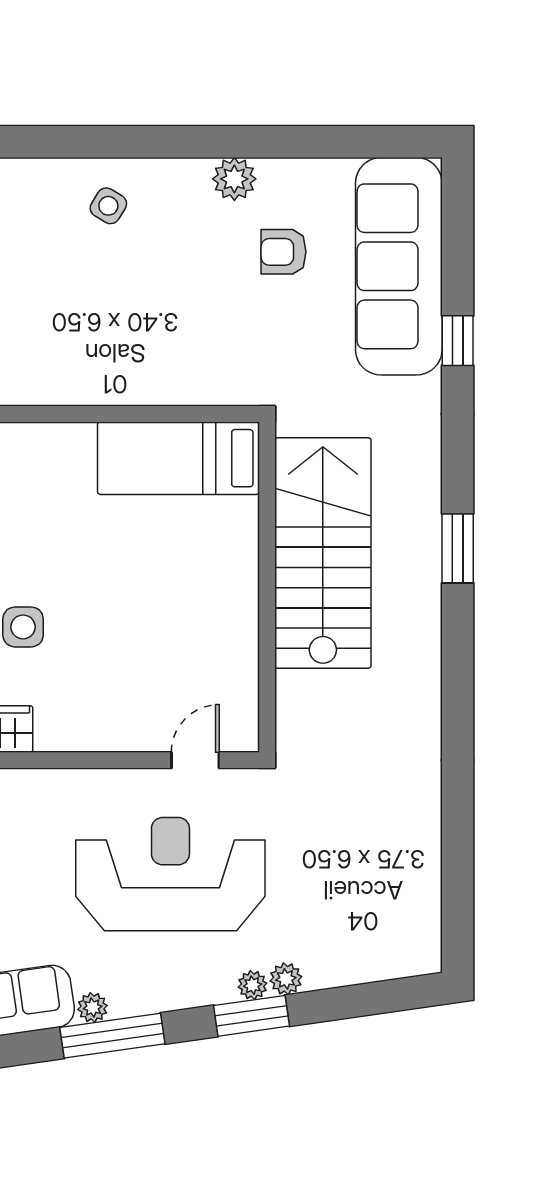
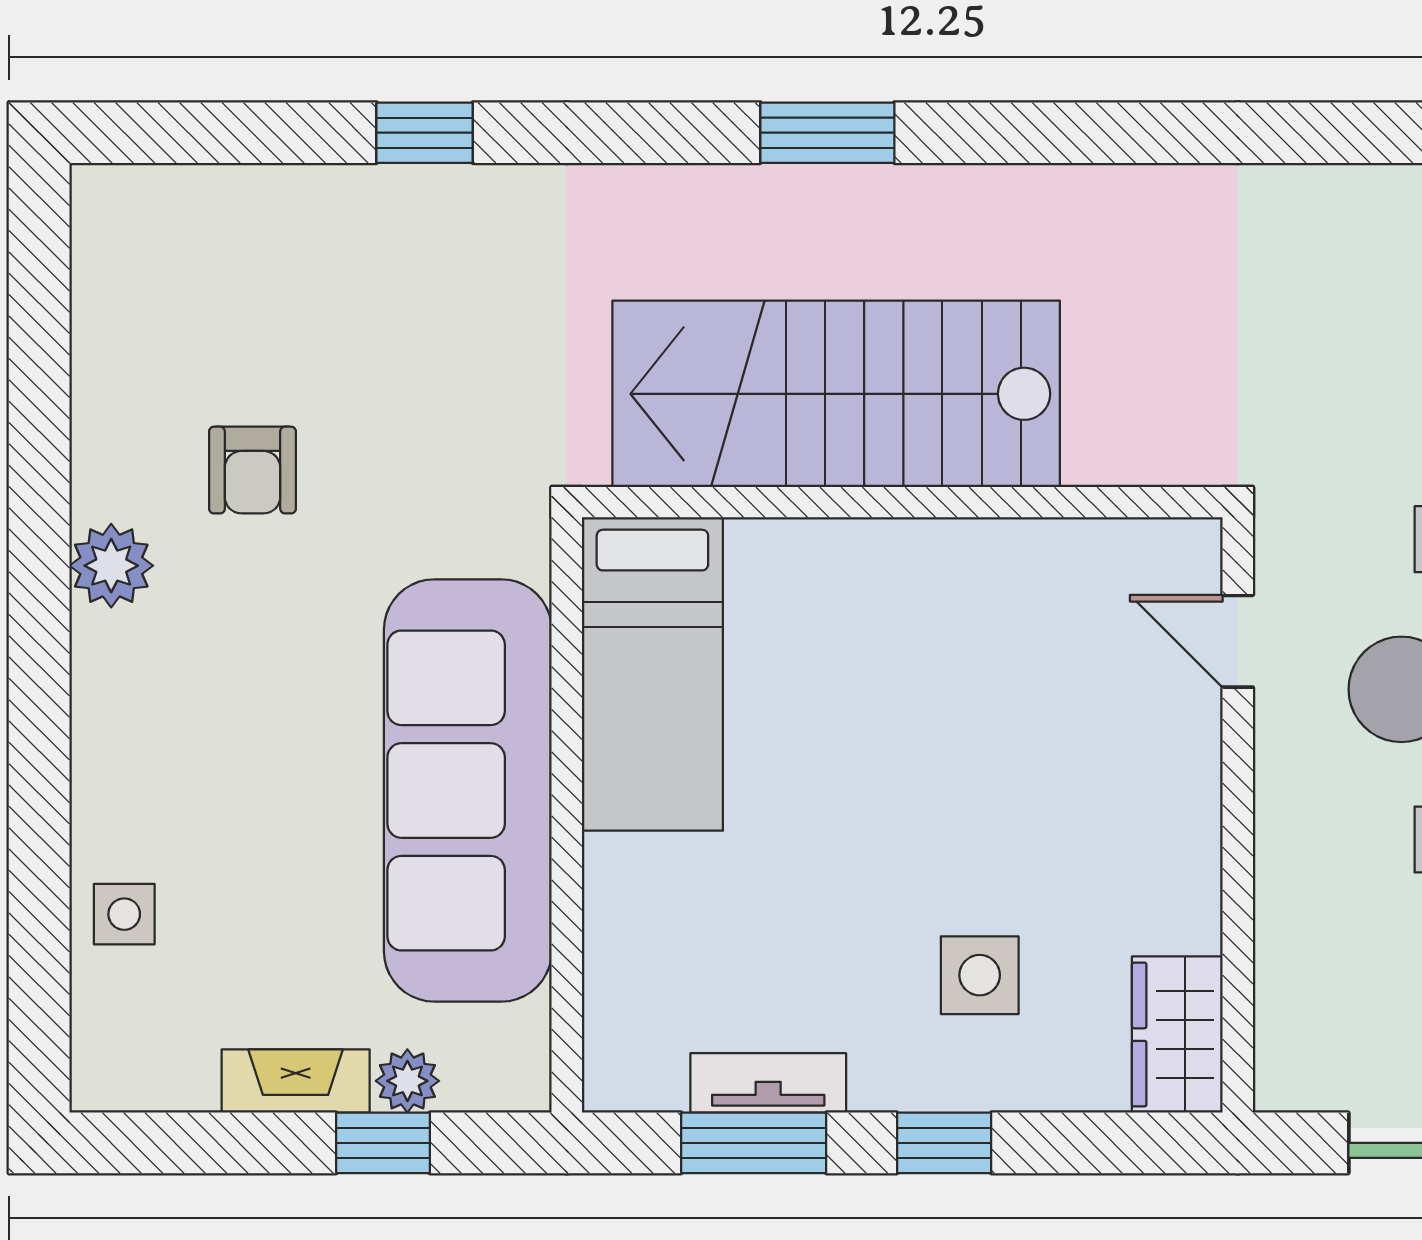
side table: (108, 206) -> (124, 914), moved, turned -31
sofa: (399, 266) -> (468, 790), moved, turned 90

